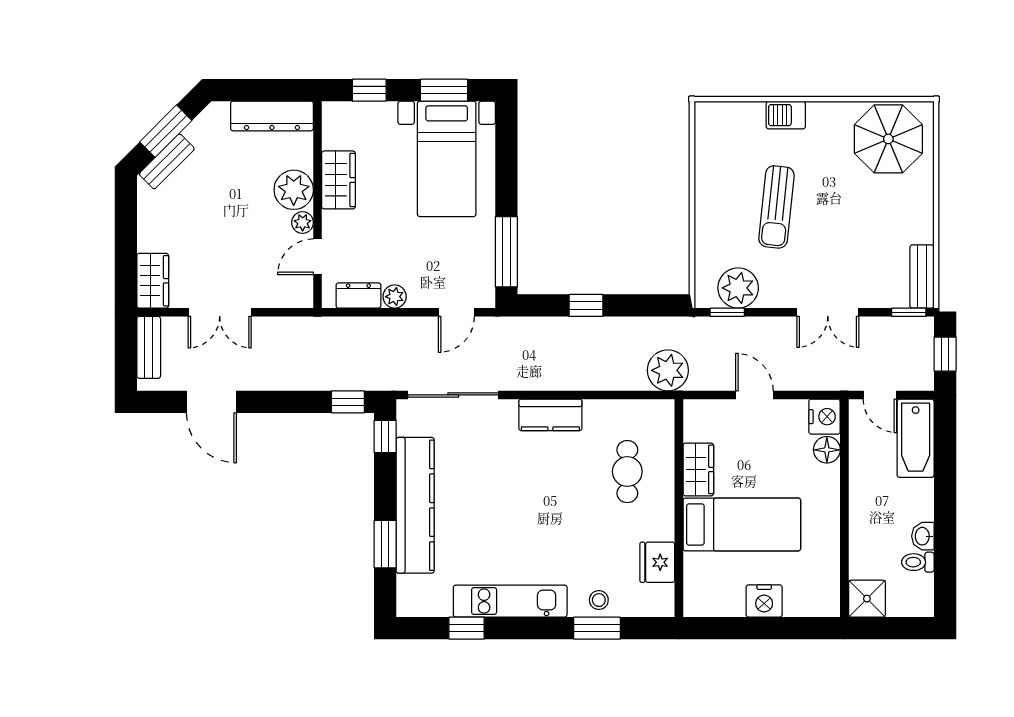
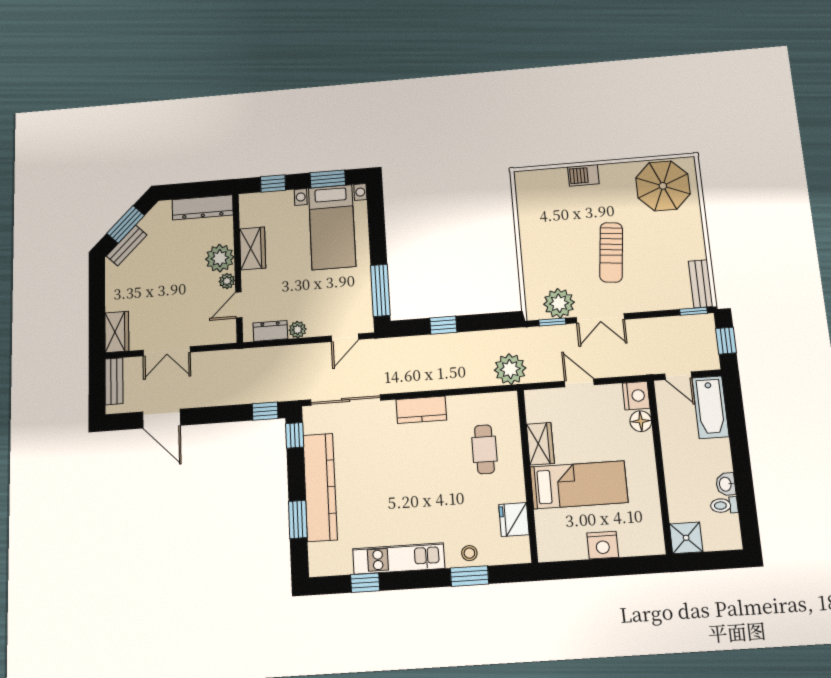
sun lounger: (776, 207) -> (611, 252), moved
double door: (828, 312) -> (600, 318), moved

